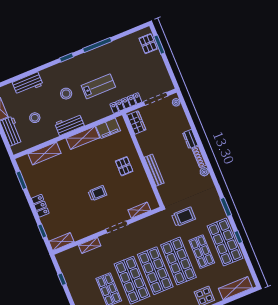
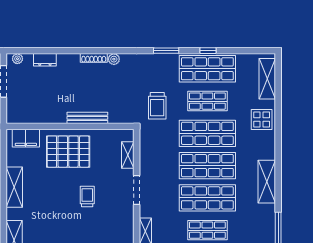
wardrobe: (136, 123) -> (22, 116), removed
filing cabinet: (108, 128) -> (26, 138), moved, turned 90
dresser: (190, 139) -> (45, 60), moved
pallet: (124, 166) -> (68, 152), width x2.05, depth x2.00
trolley: (184, 217) -> (157, 106), turned 180

